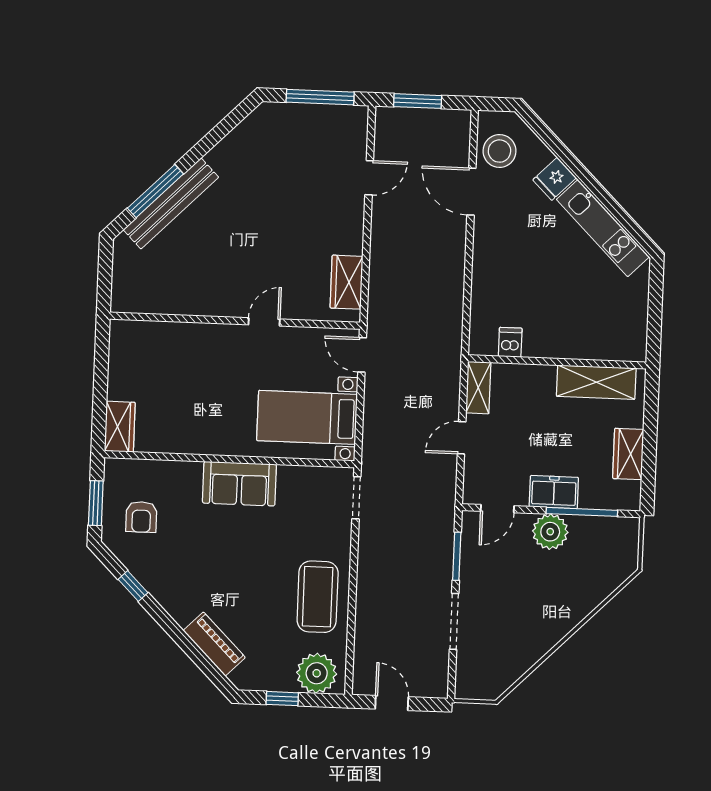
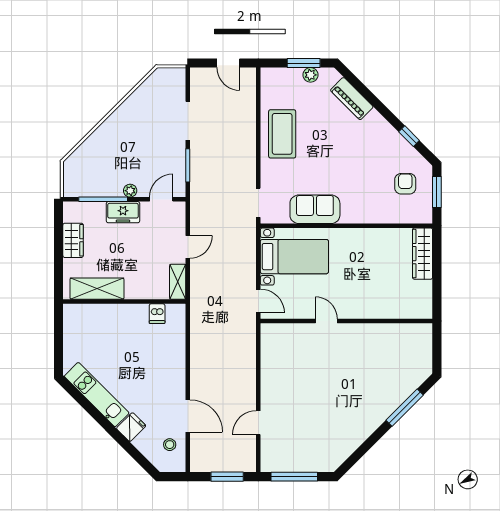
stool: (499, 151) -> (170, 445), width x0.53, depth x0.53
bench: (171, 203) -> (394, 400), removed
wardrobe: (347, 282) -> (271, 350), removed
door: (264, 322) -> (326, 321), swing flipped
wardrobe: (120, 427) -> (423, 254), width x1.50
sofa: (239, 484) -> (315, 209), moved
plant: (550, 532) -> (130, 191), width x0.53, depth x0.53
plant: (317, 673) -> (310, 75), moved, width x0.53, depth x0.53
window: (282, 699) -> (304, 63), width x1.50

